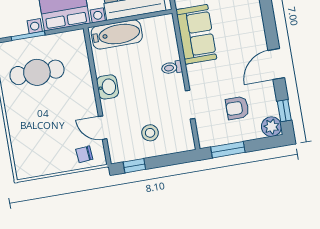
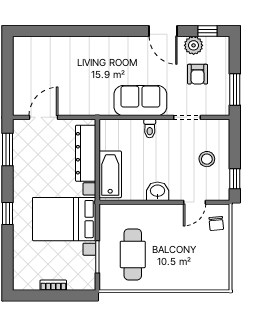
sofa: (196, 34) -> (140, 101), moved
plant: (271, 127) -> (194, 45), moved

